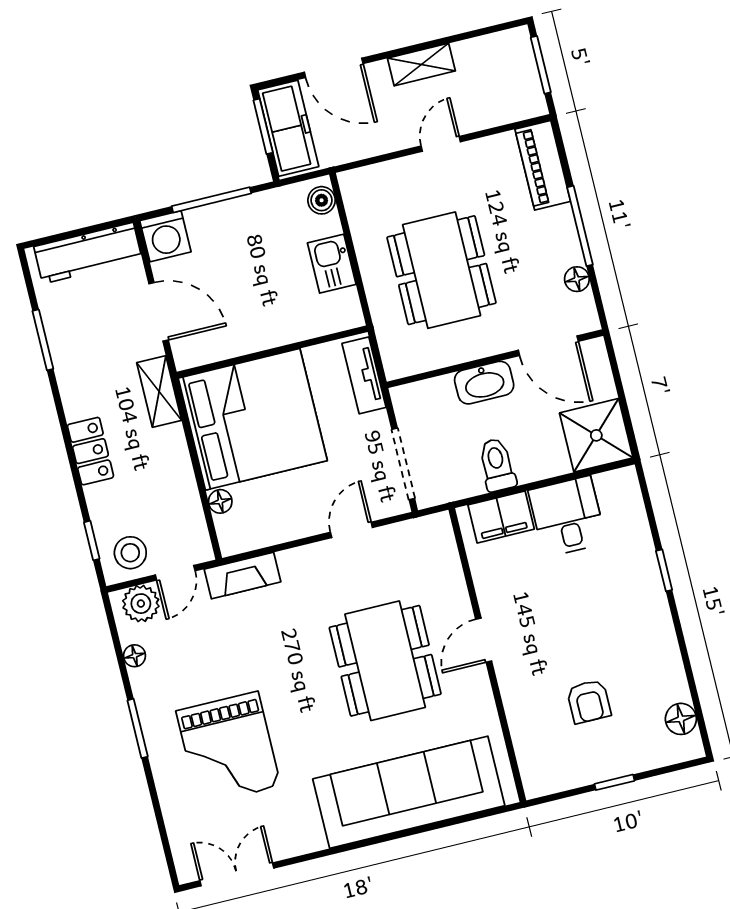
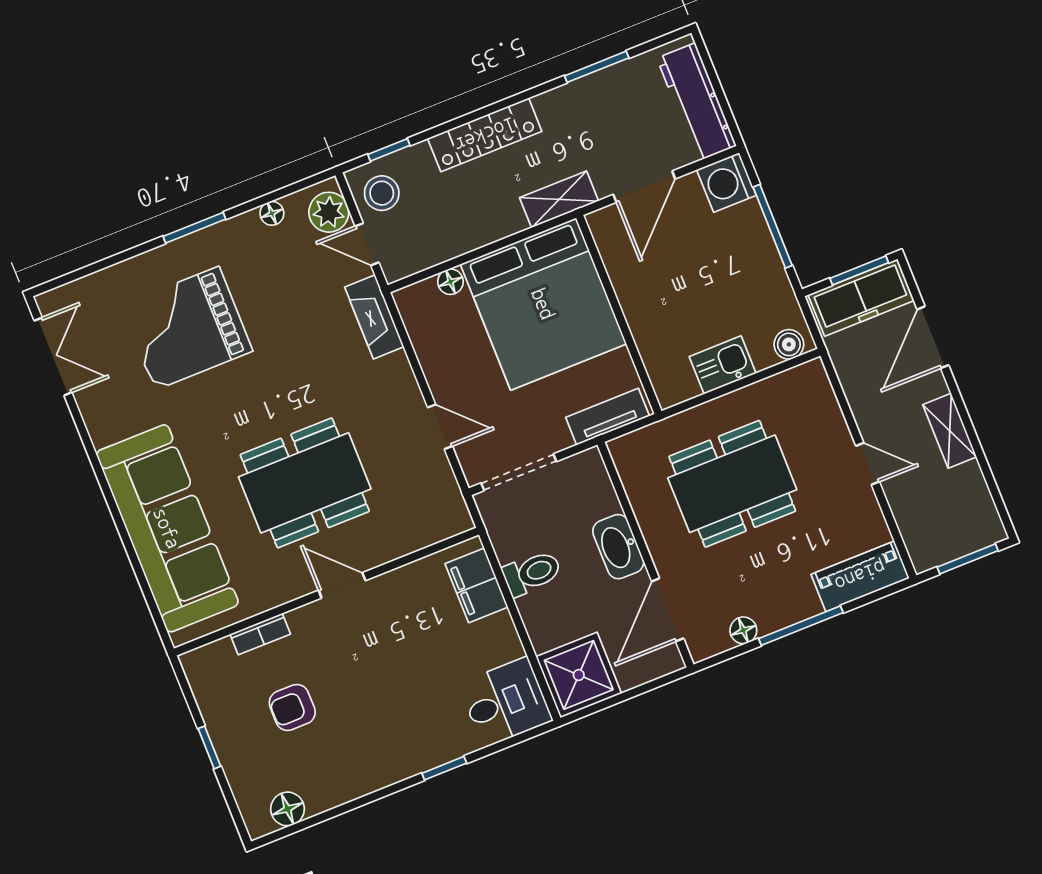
locker: (90, 451) -> (485, 135), width x1.53
desk: (567, 517) -> (506, 702), moved
bookcase: (517, 721) -> (260, 634), added

